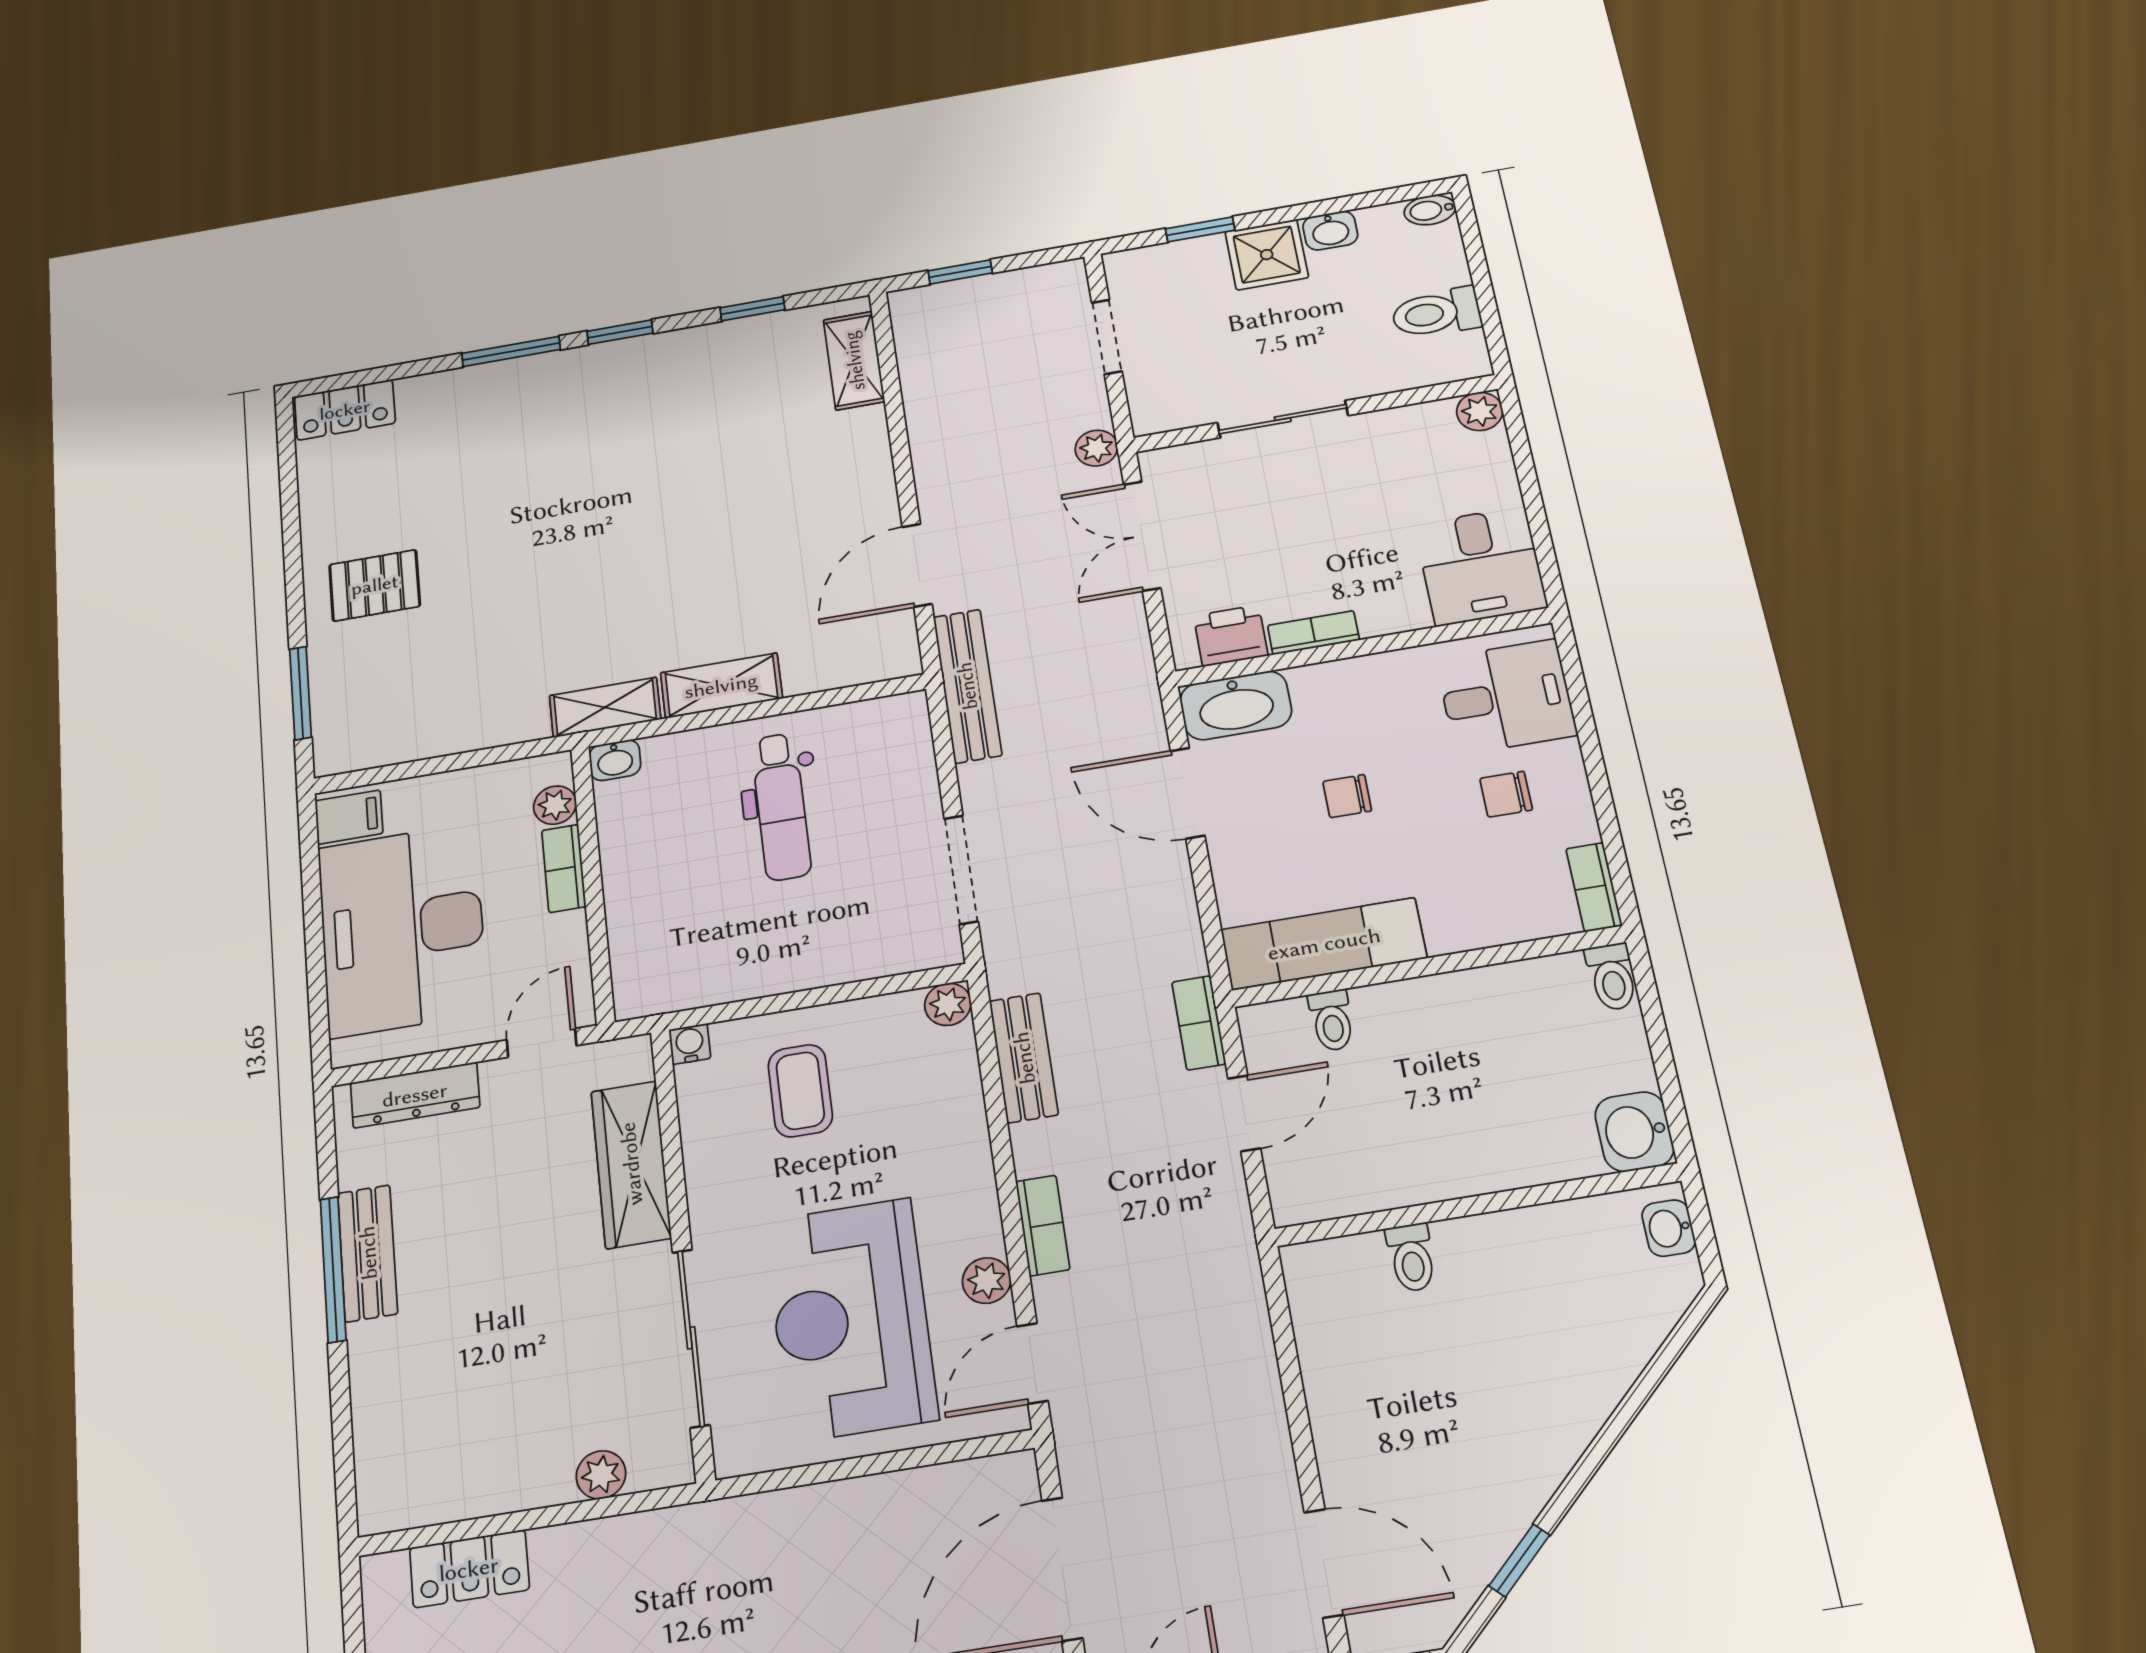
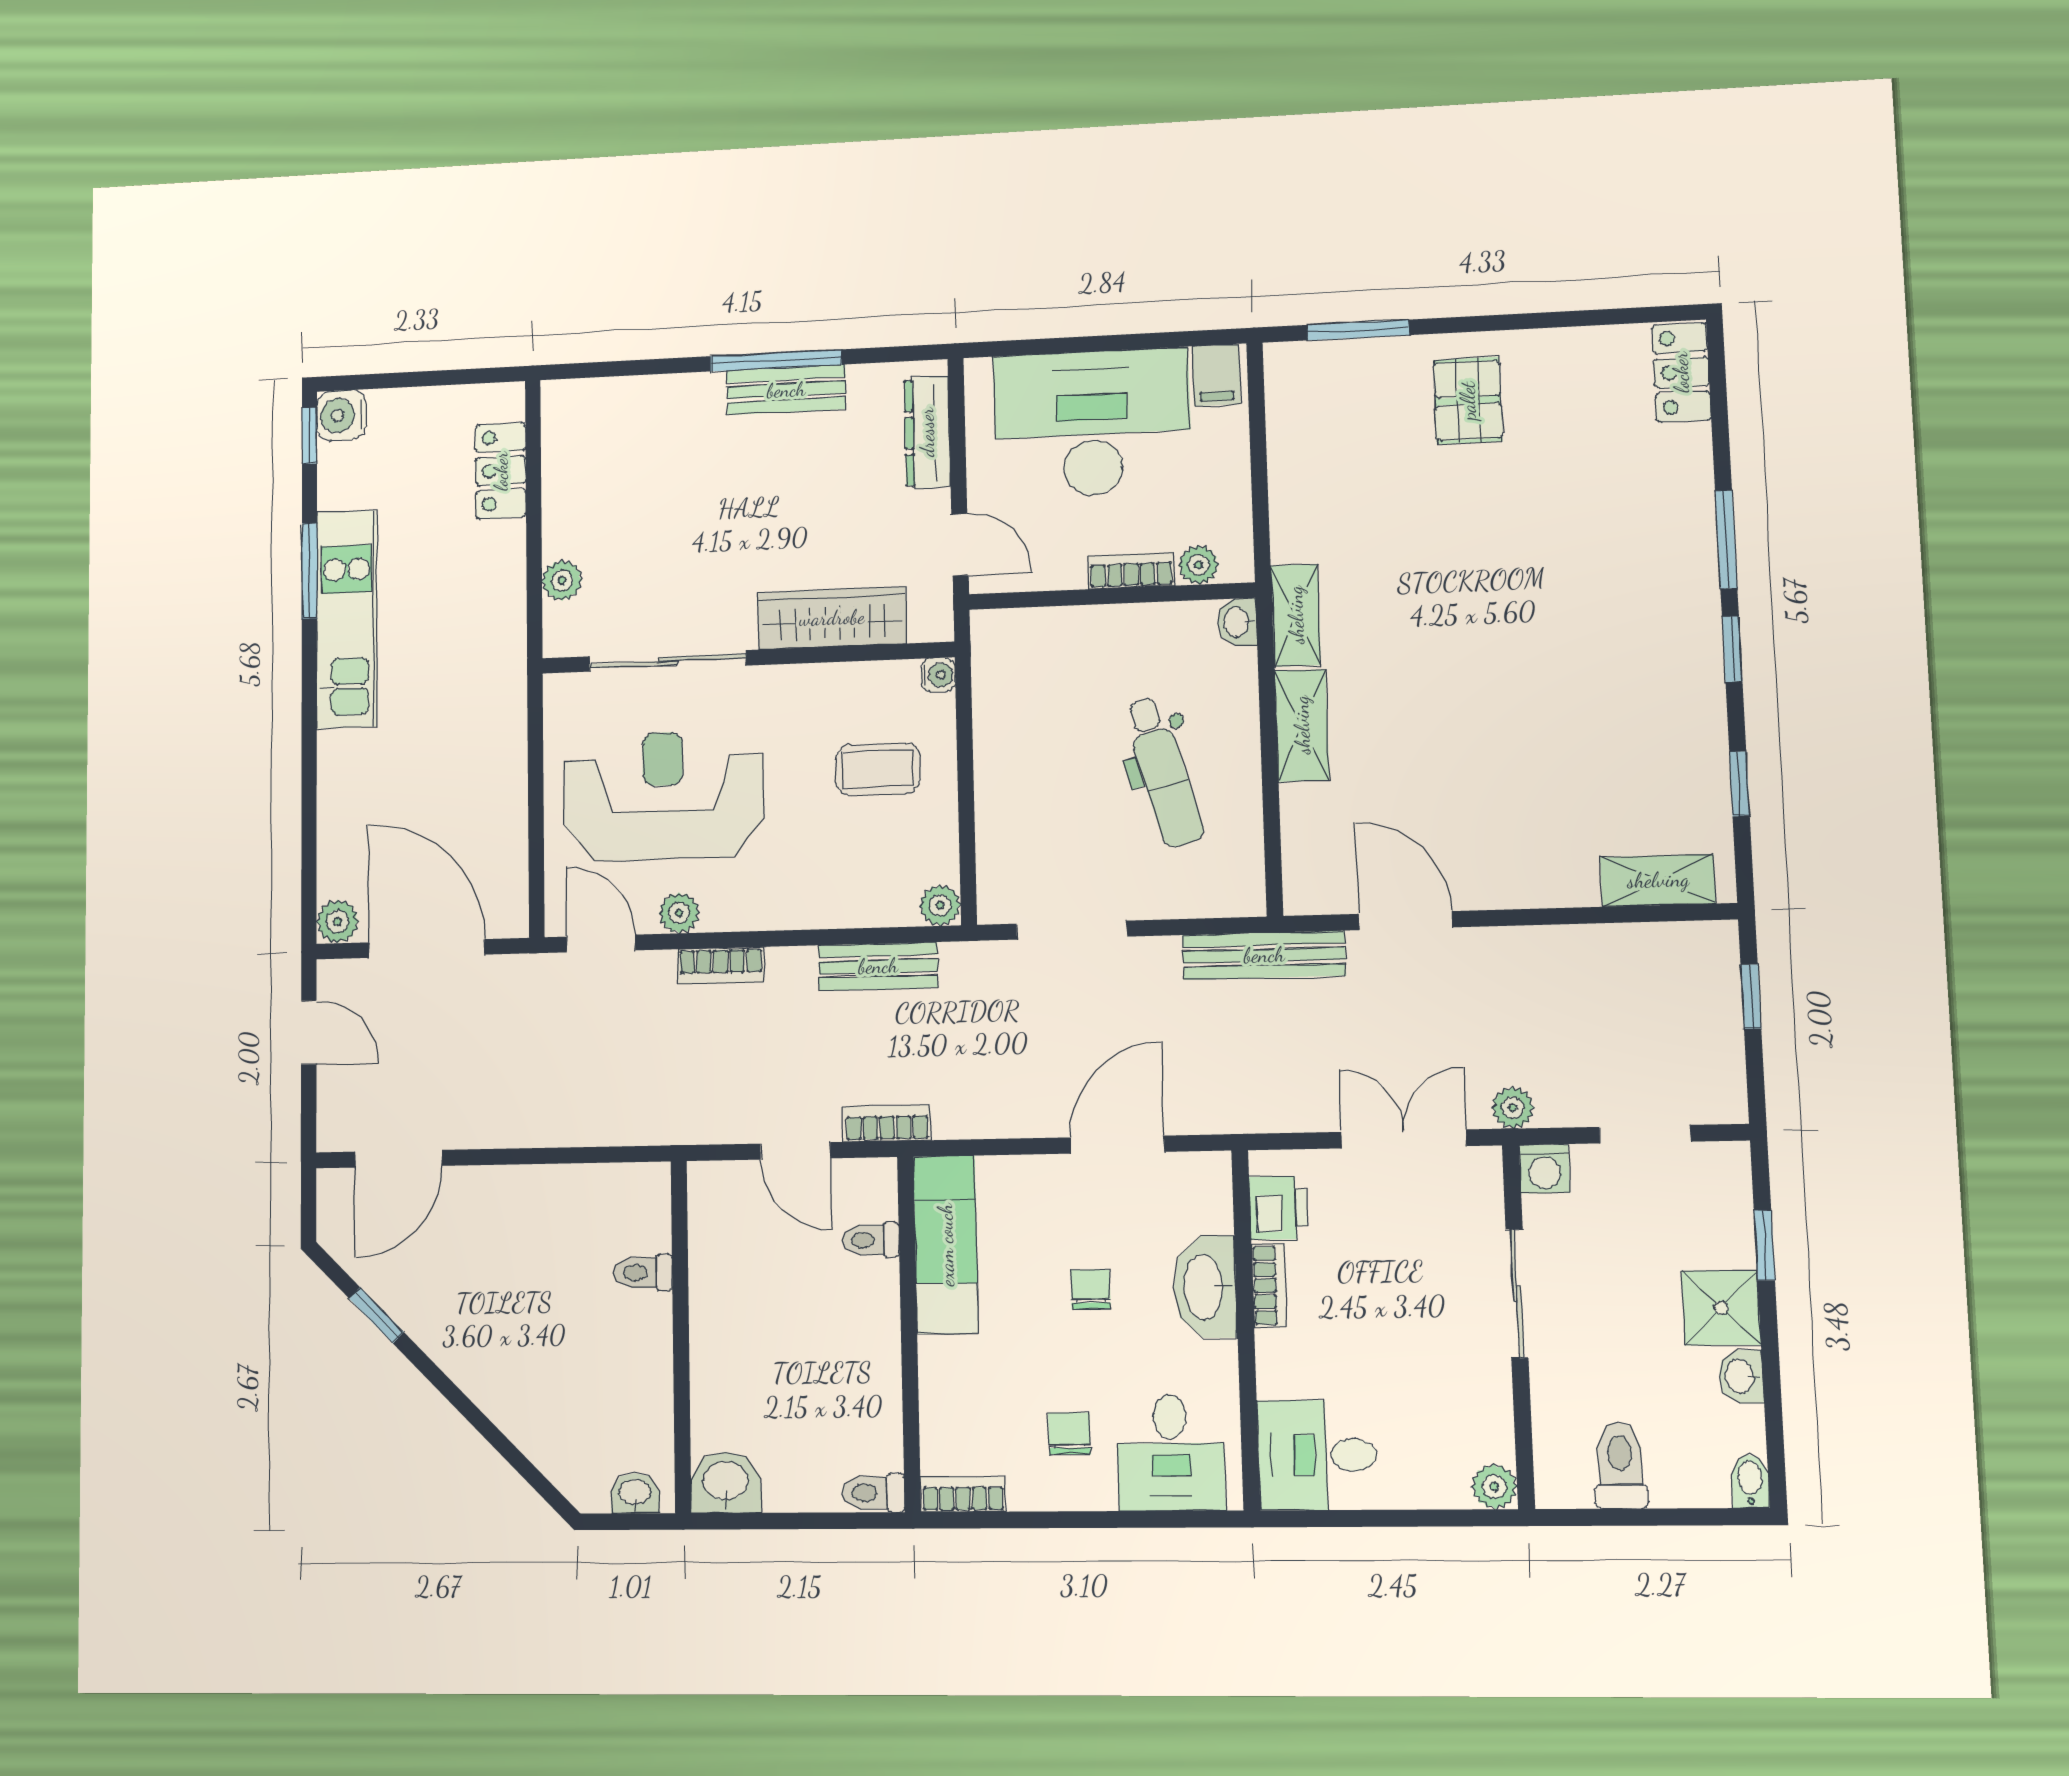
washing machine: (1154, 414) -> (1544, 1169), added
washbasin: (1236, 705) -> (1205, 1287), moved
dental chair: (781, 806) -> (1163, 772), turned -106

